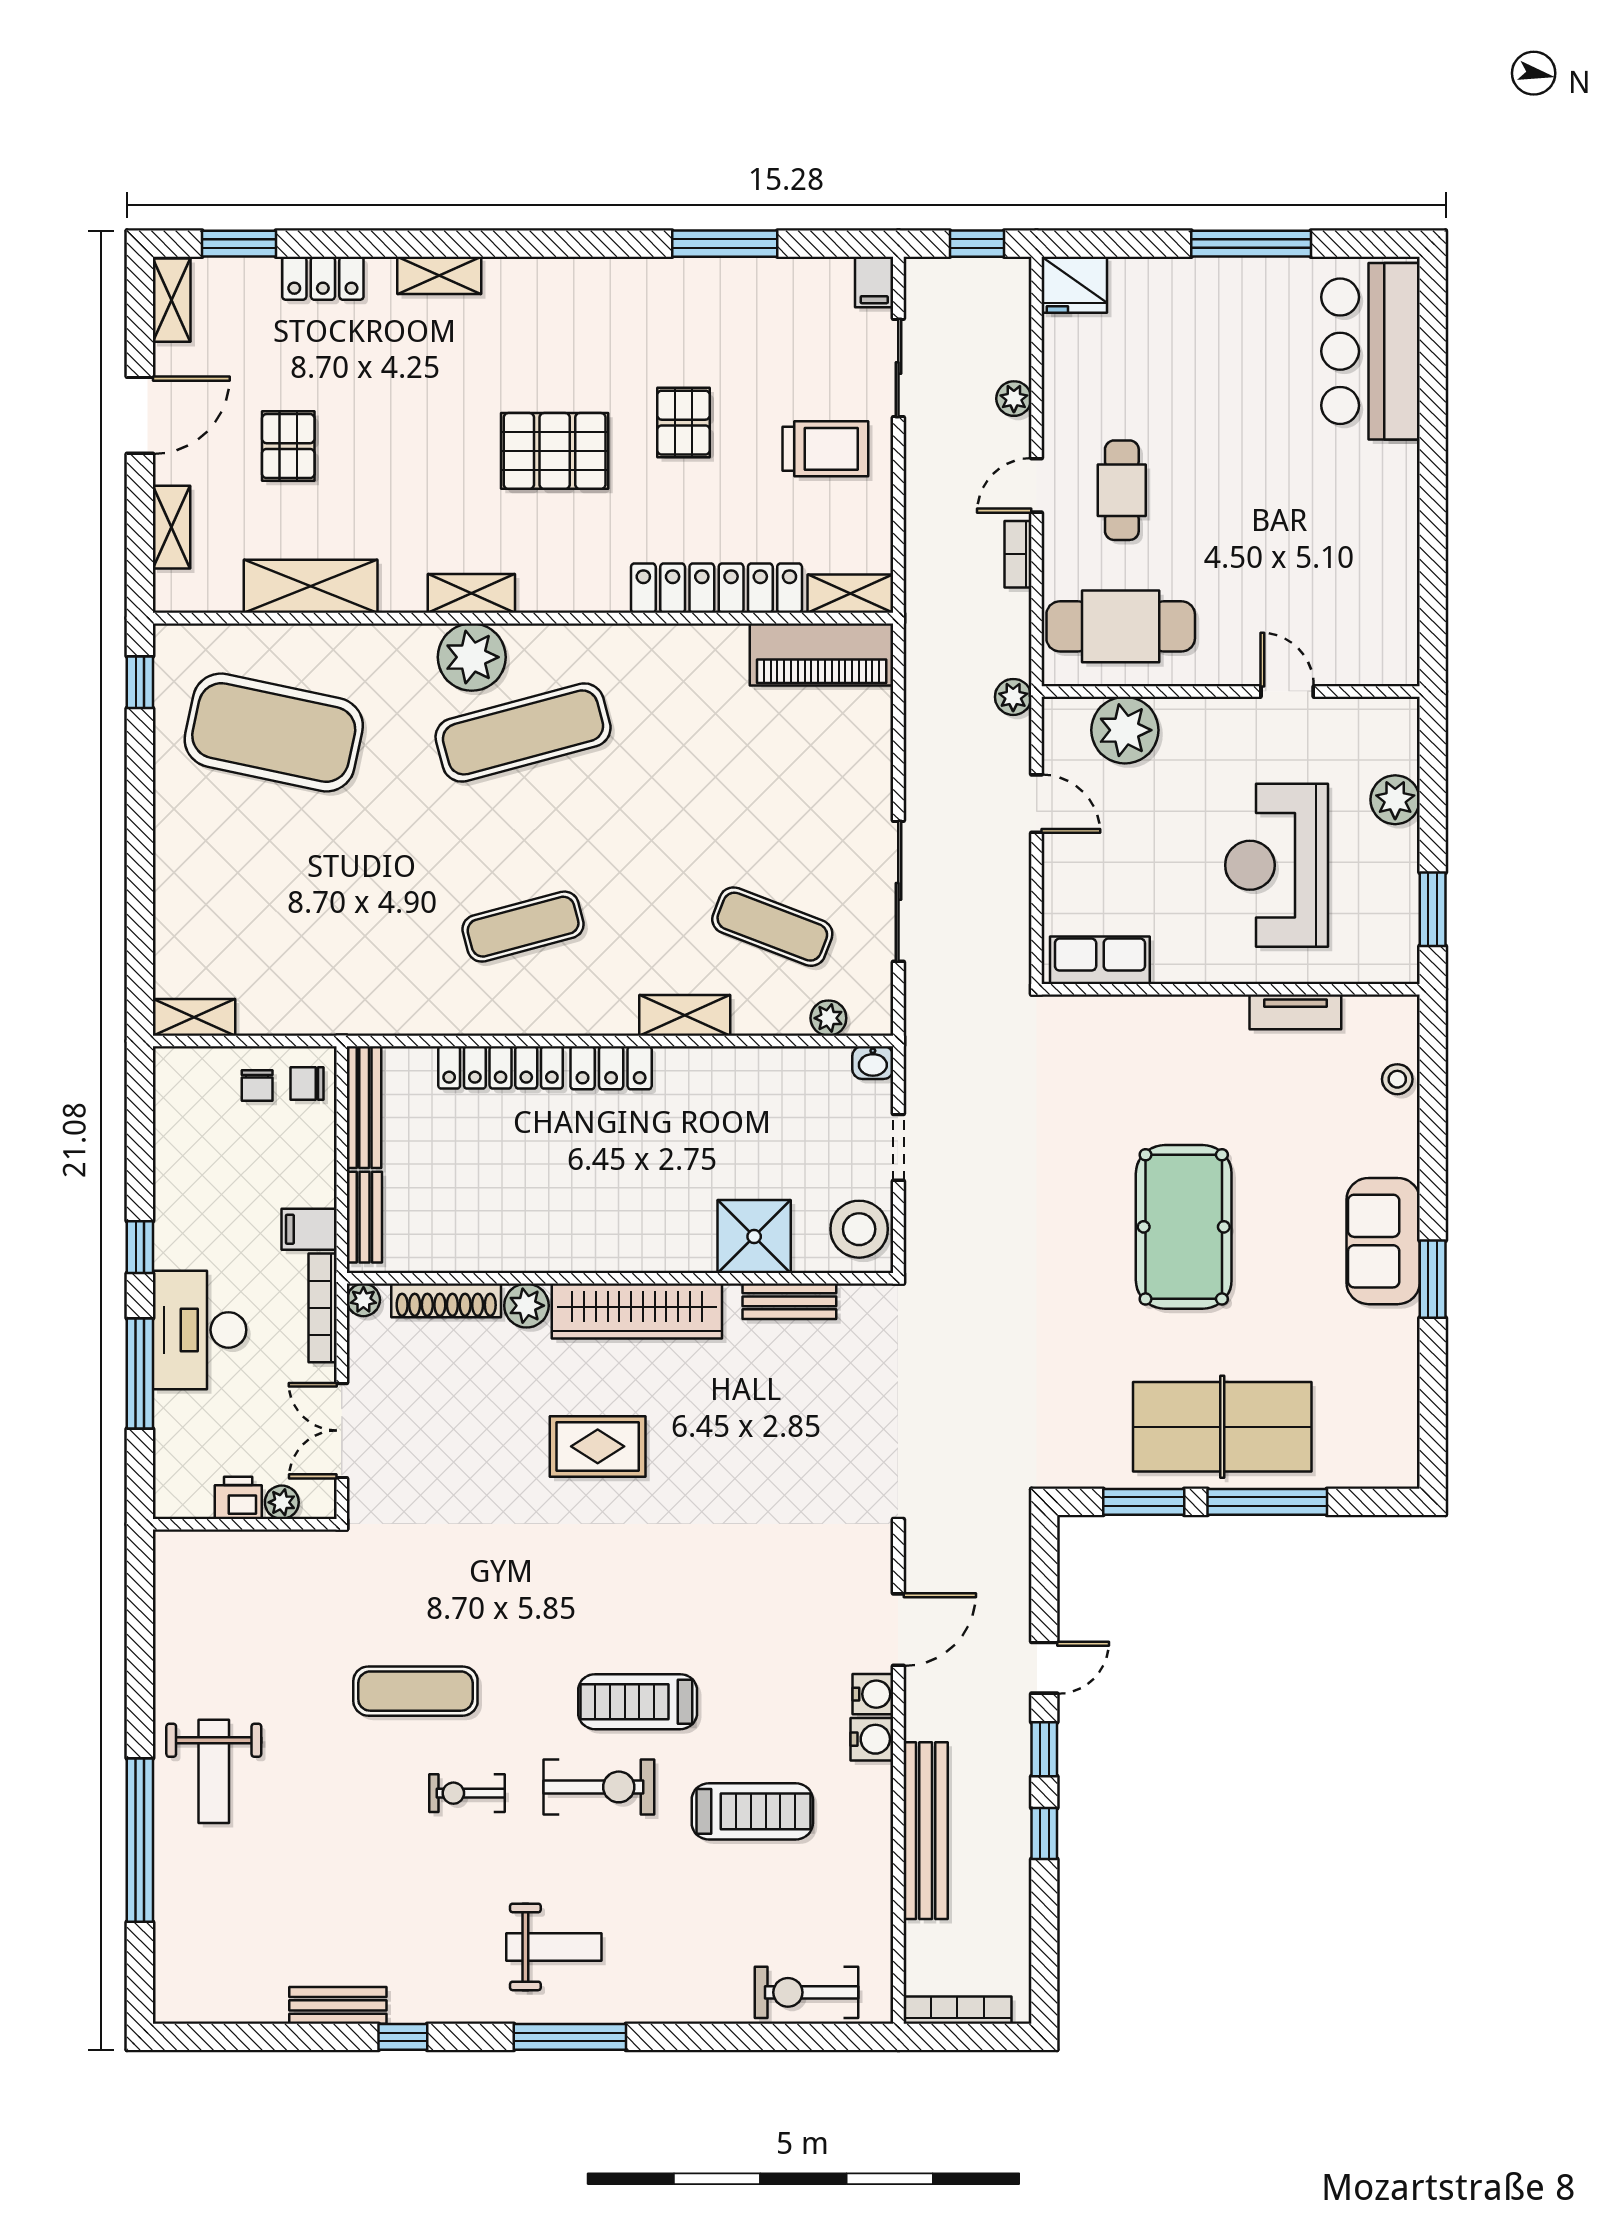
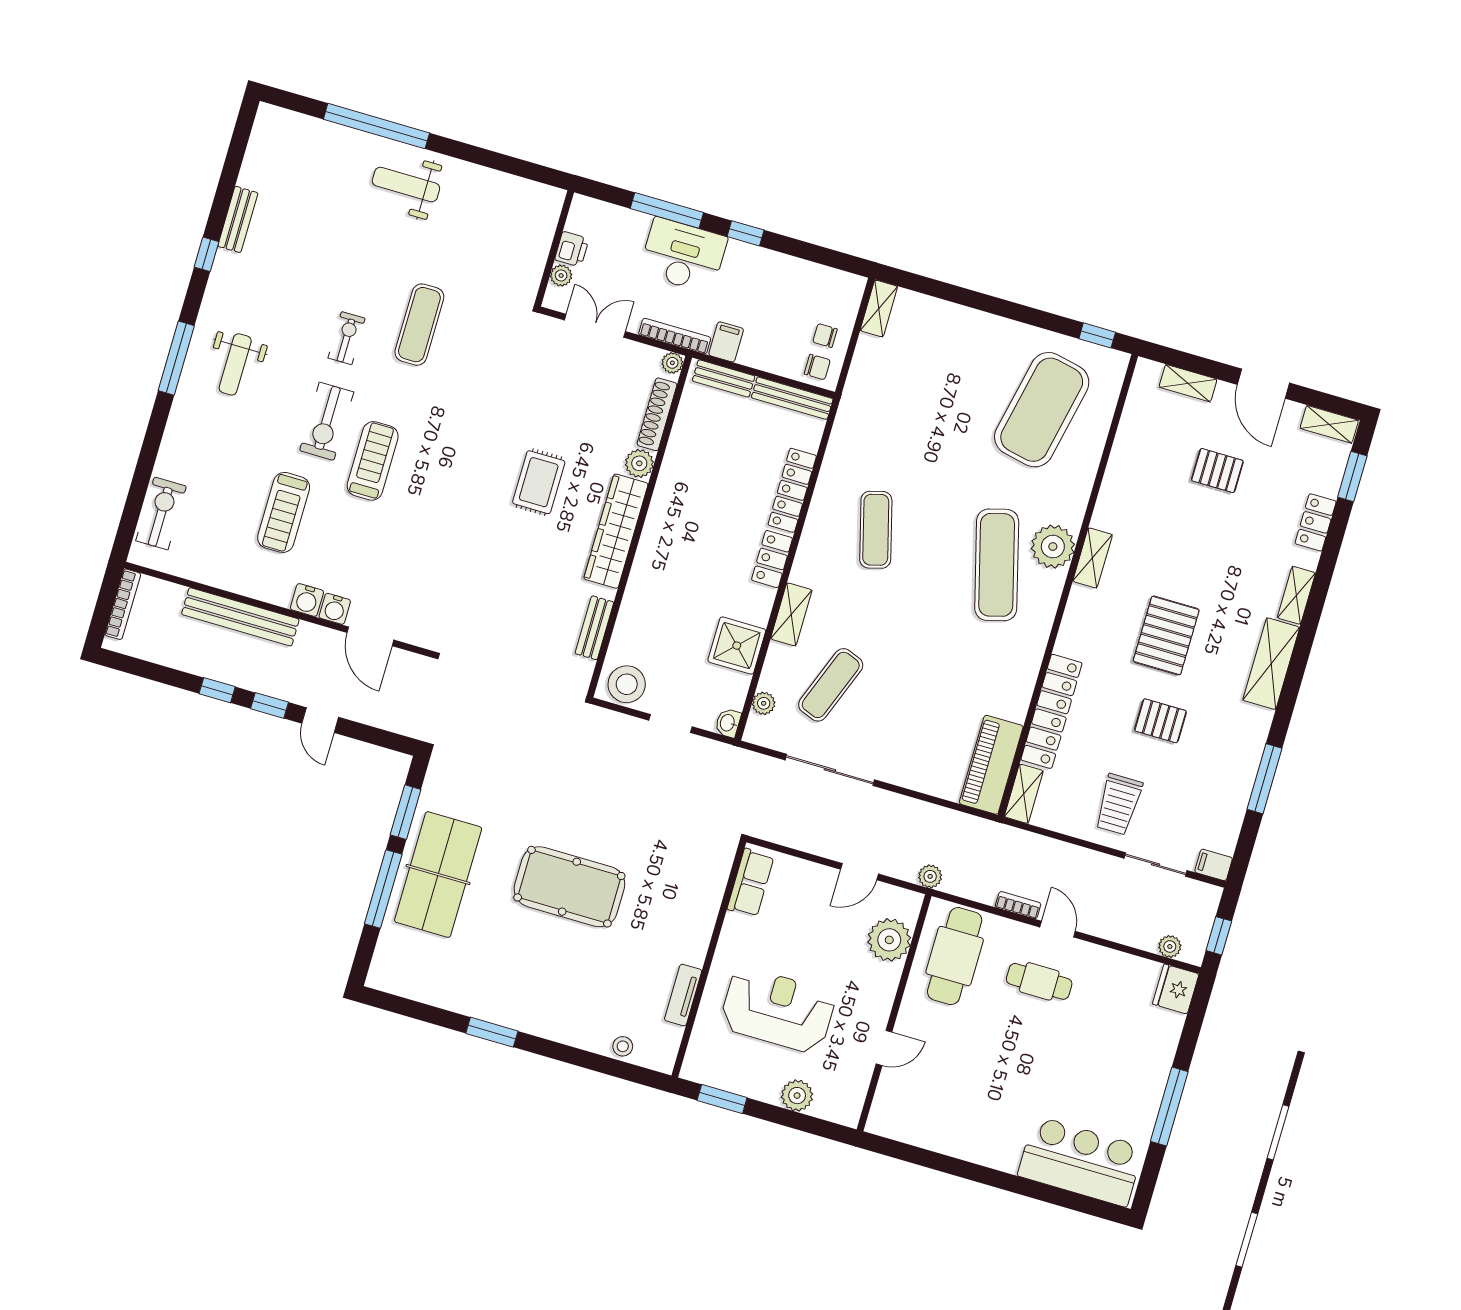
plant: (1014, 399) -> (1170, 946), moved
shelving: (311, 586) -> (1271, 664), moved
chair: (307, 1083) -> (817, 367), turned 90
shower: (754, 1237) -> (737, 646), moved
sofa: (1383, 1241) -> (525, 1008), removed

